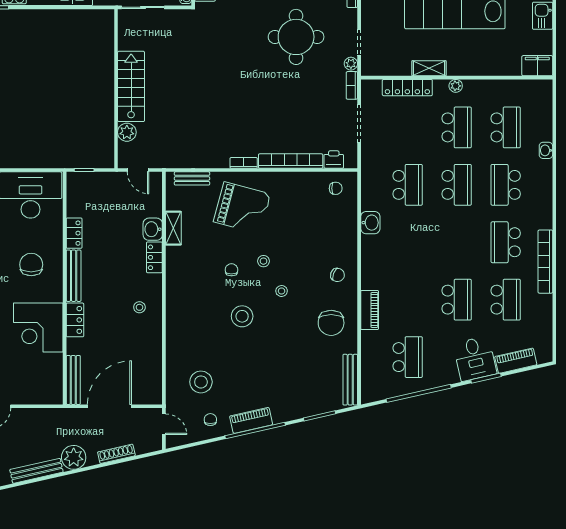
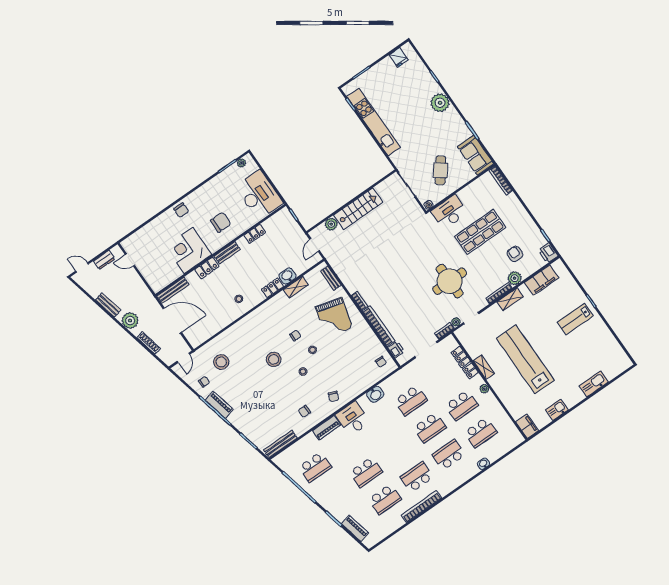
bench: (74, 276) -> (227, 253), width x0.73
chair: (331, 323) -> (304, 411), width x0.54, depth x0.54
desk: (475, 359) -> (353, 419), moved, turned 103
bench: (36, 471) -> (108, 305), width x0.73

